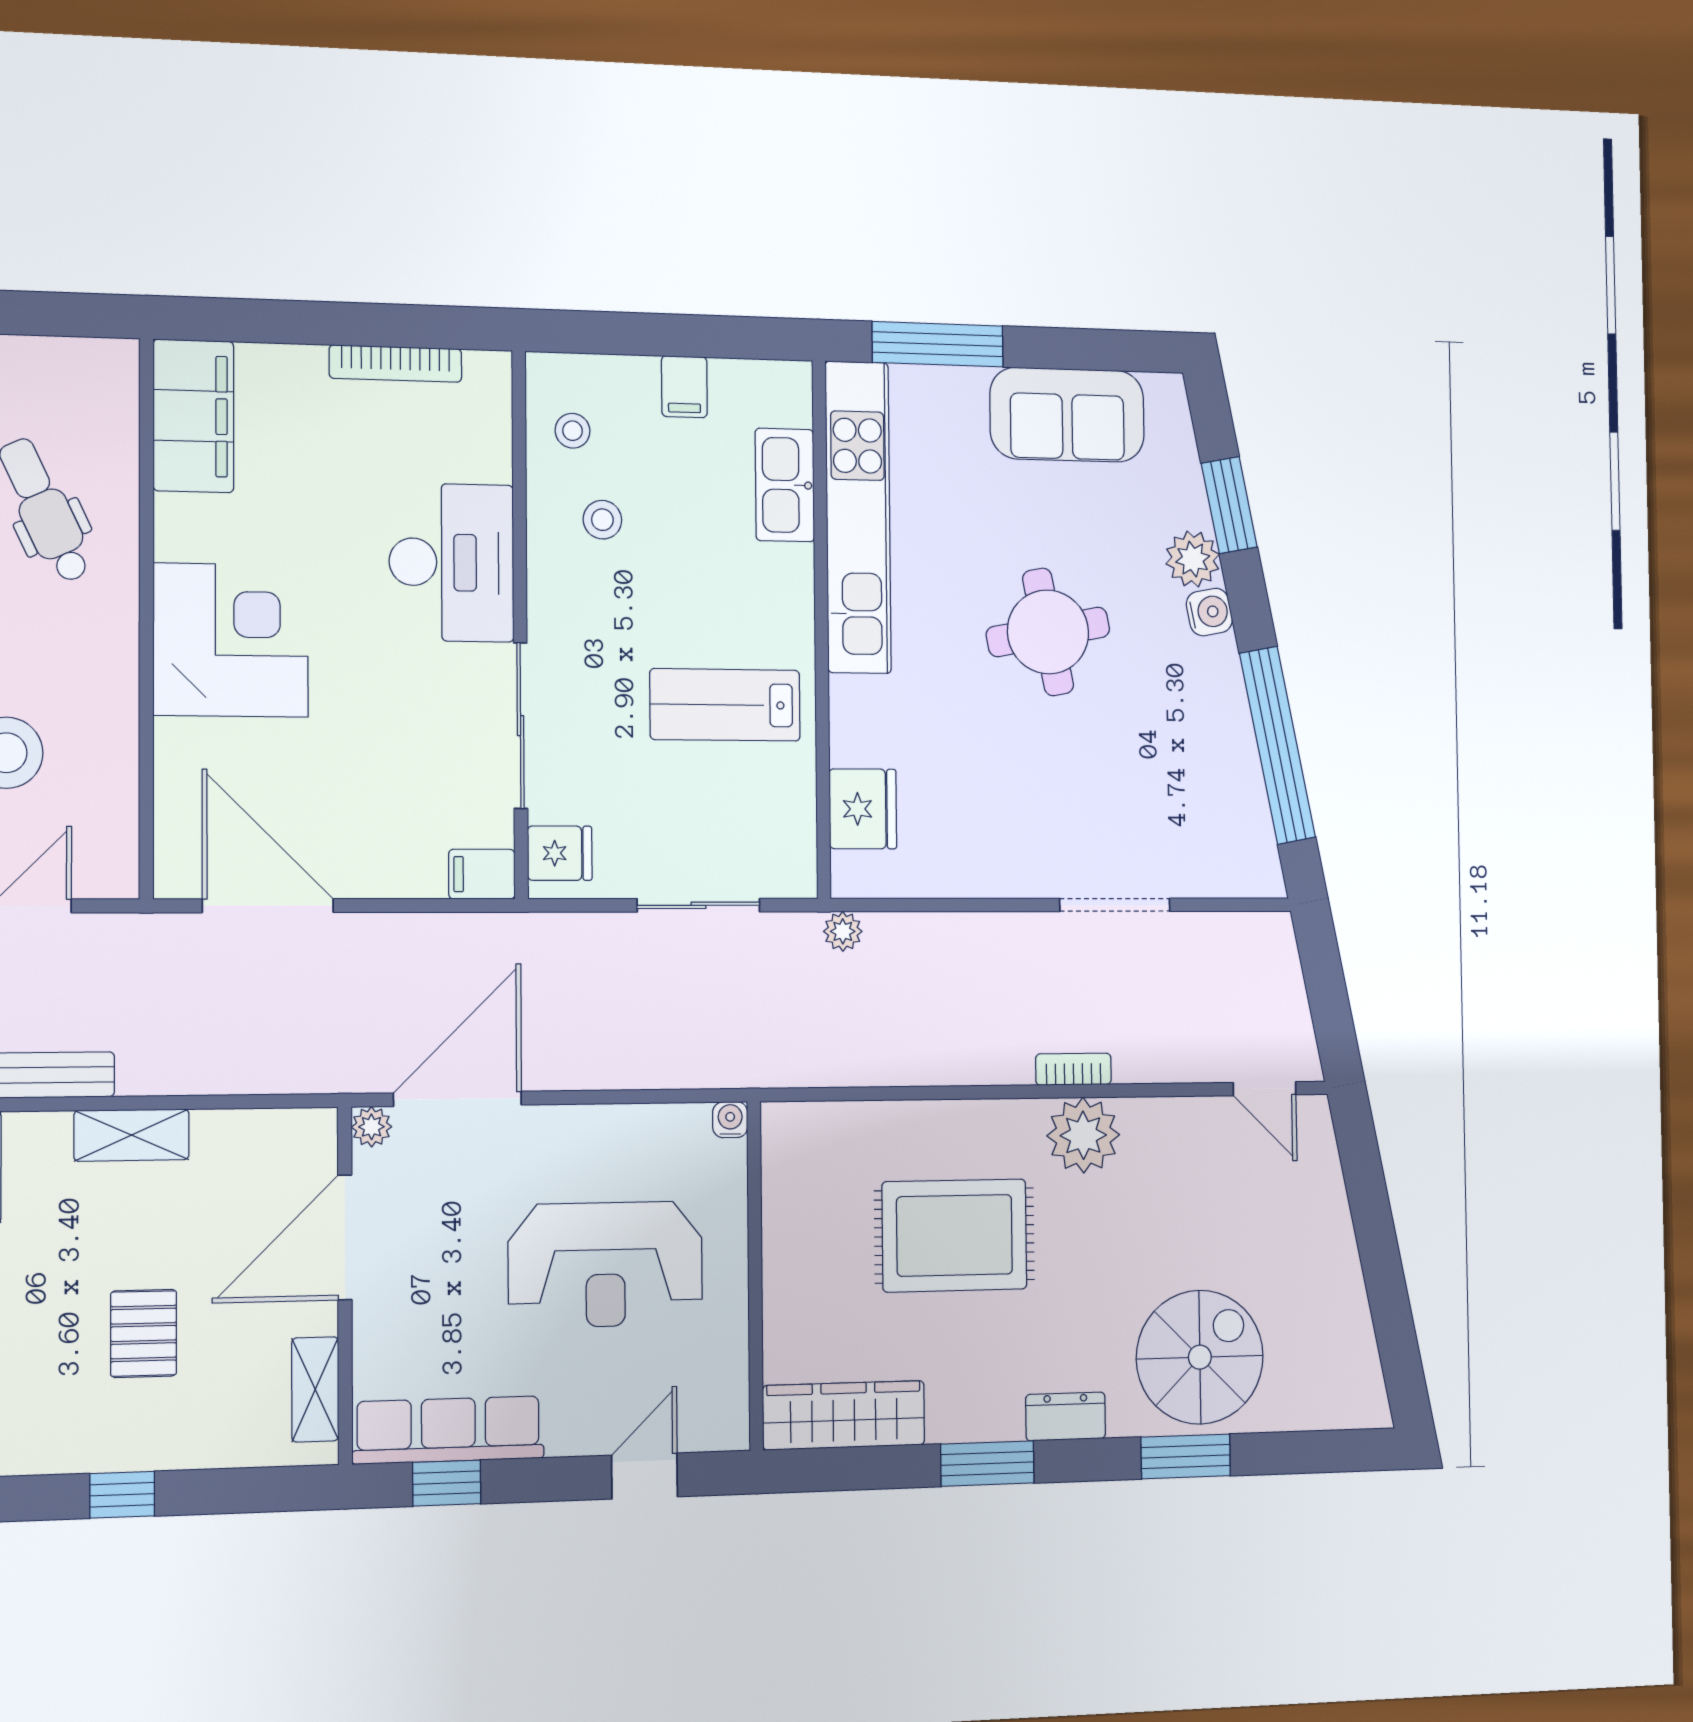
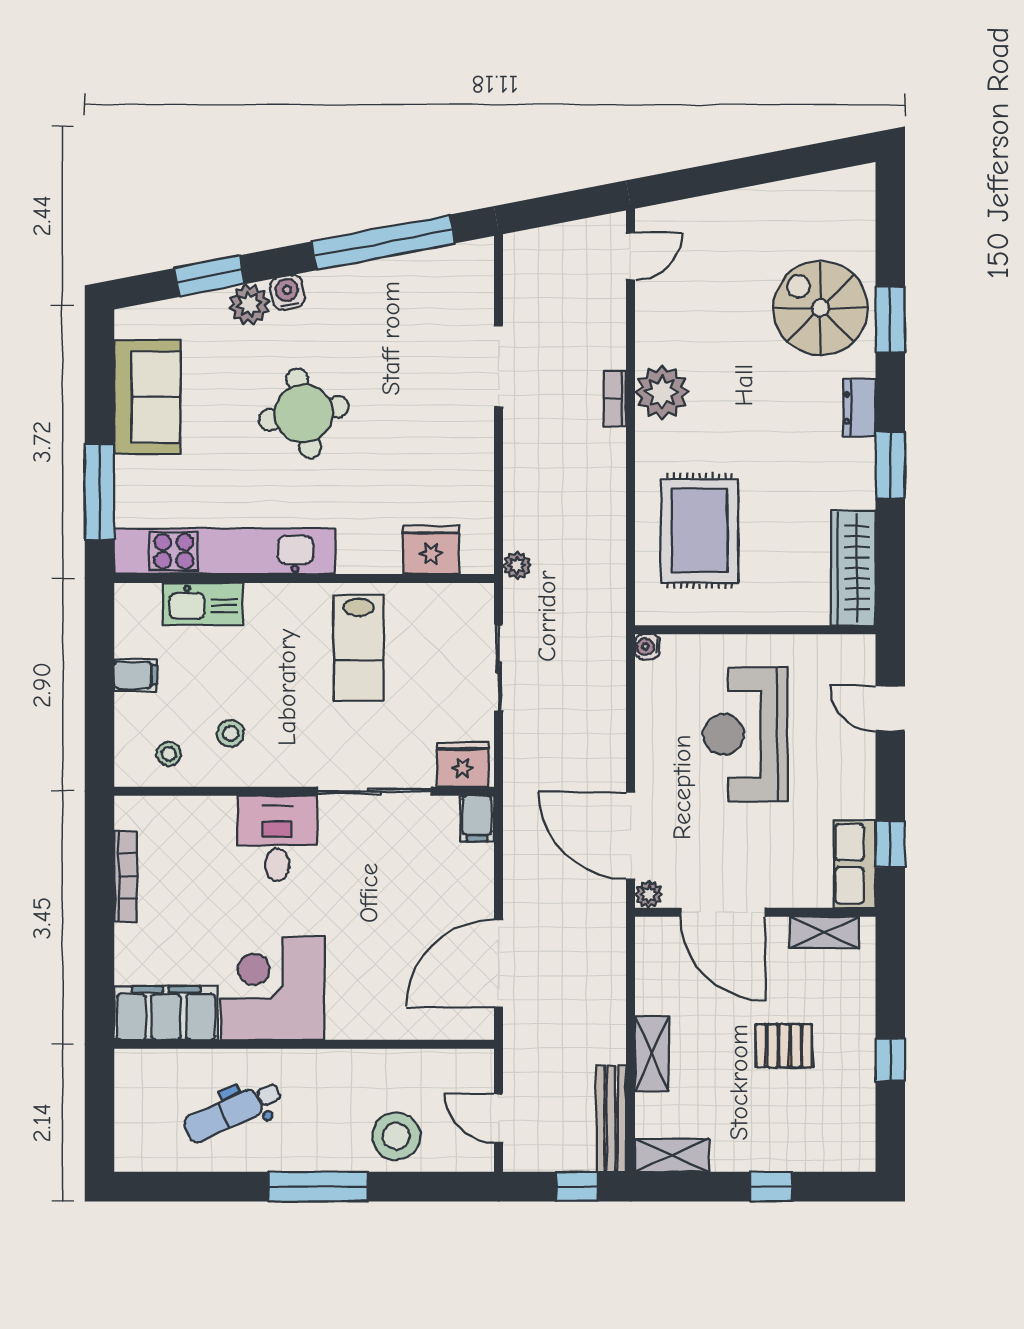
desk: (451, 562) -> (277, 838), width x0.73
corner desk: (231, 640) -> (272, 988), moved
fridge: (560, 853) -> (463, 764), width x1.38
rug: (955, 1235) -> (700, 531), moved
reception desk: (605, 1264) -> (745, 734), turned 180
row of seats: (448, 1430) -> (855, 864), width x0.68

